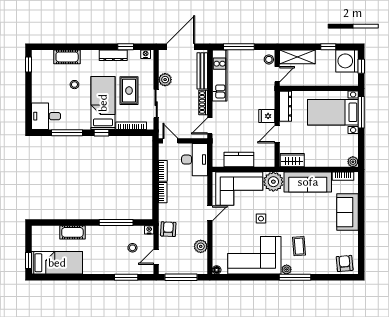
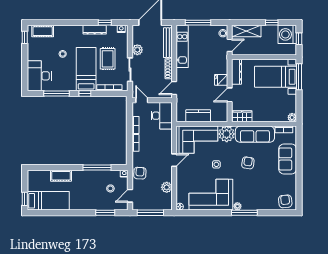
cot: (67, 57) -> (43, 31), moved
desk: (46, 116) -> (39, 76), width x1.37
armchair: (299, 217) -> (248, 163), added
coffee table: (299, 246) -> (248, 187), removed

